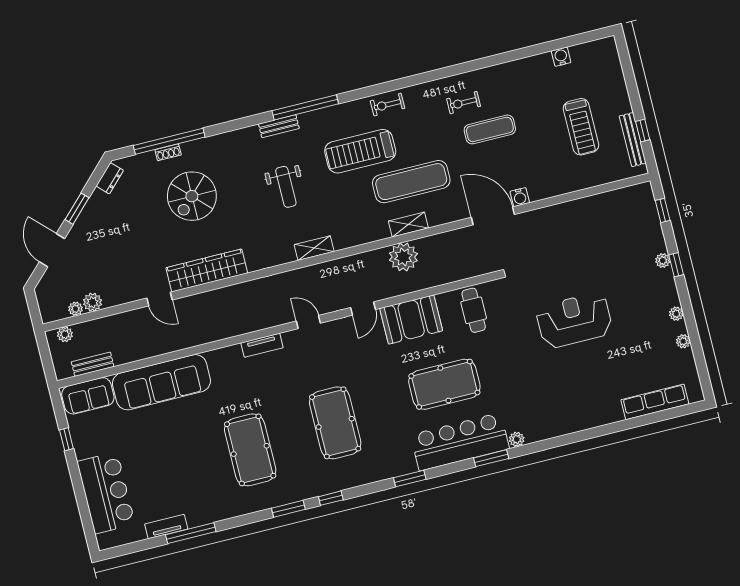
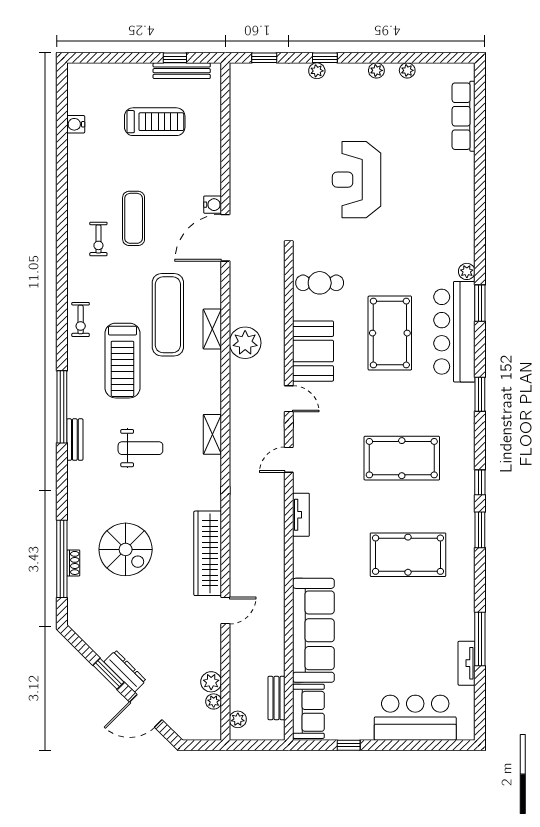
dresser: (110, 178) -> (125, 671), moved, width x1.44

